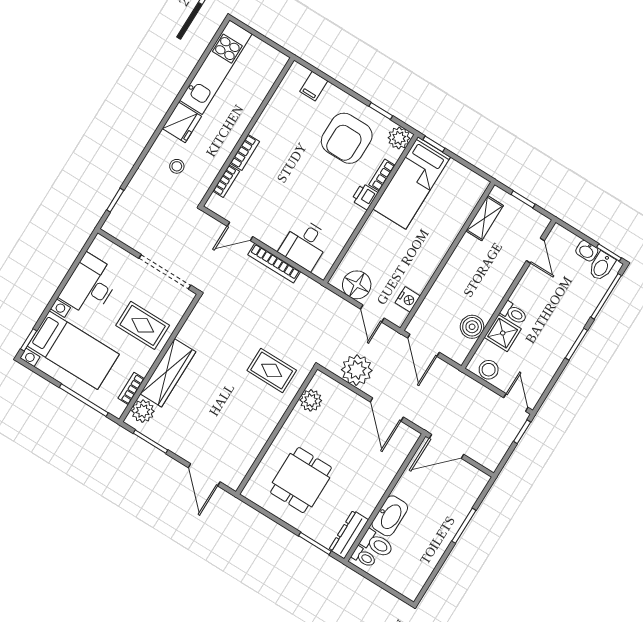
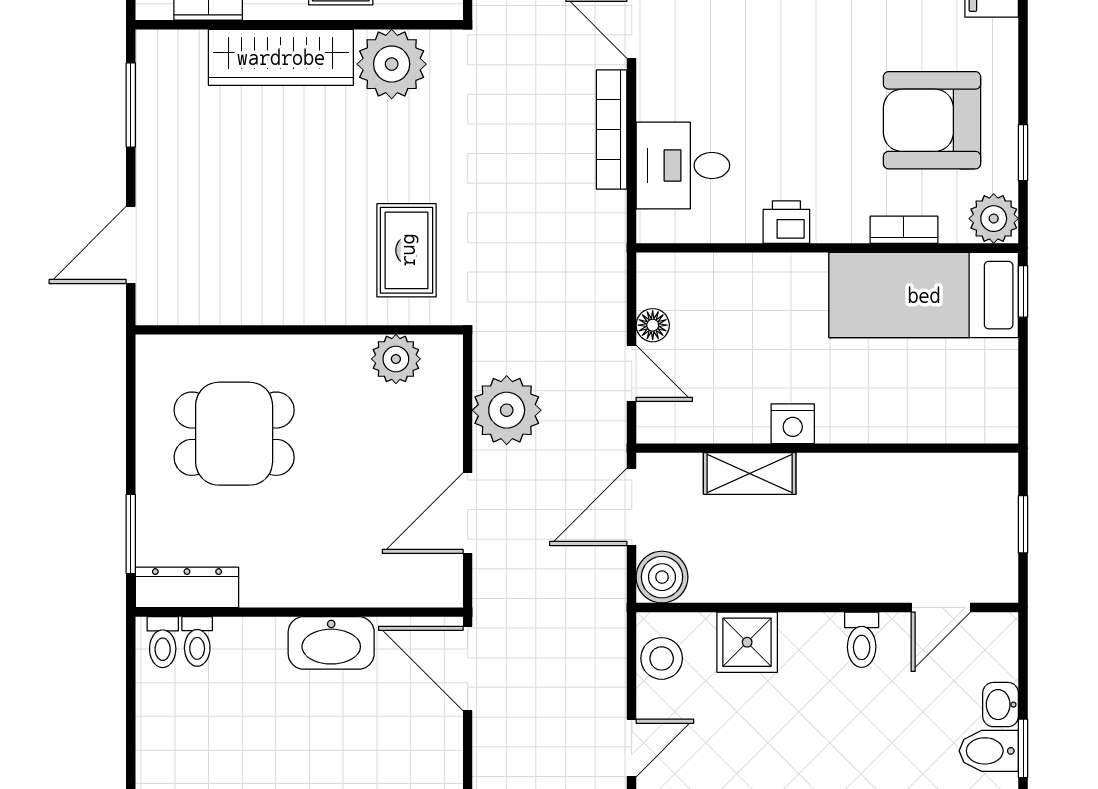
printer: (365, 196) -> (786, 222), moved
shelving: (485, 218) -> (750, 474), moved
floor lamp: (357, 285) -> (653, 325), width x0.53, depth x0.53
nightstand: (408, 299) -> (793, 424), moved
door: (372, 313) -> (632, 373), swing flipped
toilet: (514, 313) -> (862, 640), moved
boiler: (472, 327) -> (662, 577), moved
plant: (143, 411) -> (392, 64), moved, width x1.36, depth x1.36
washbasin: (390, 516) -> (331, 643), moved
toilet: (377, 544) -> (197, 641), width x0.73, depth x0.72

